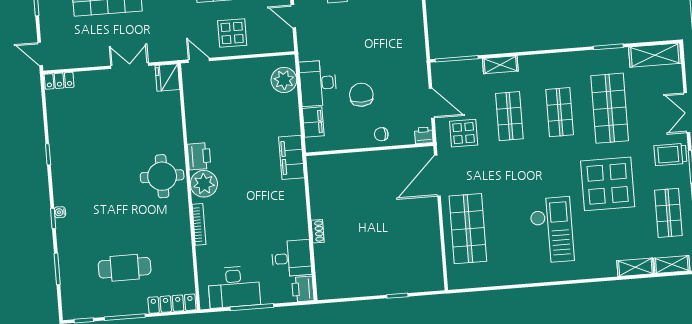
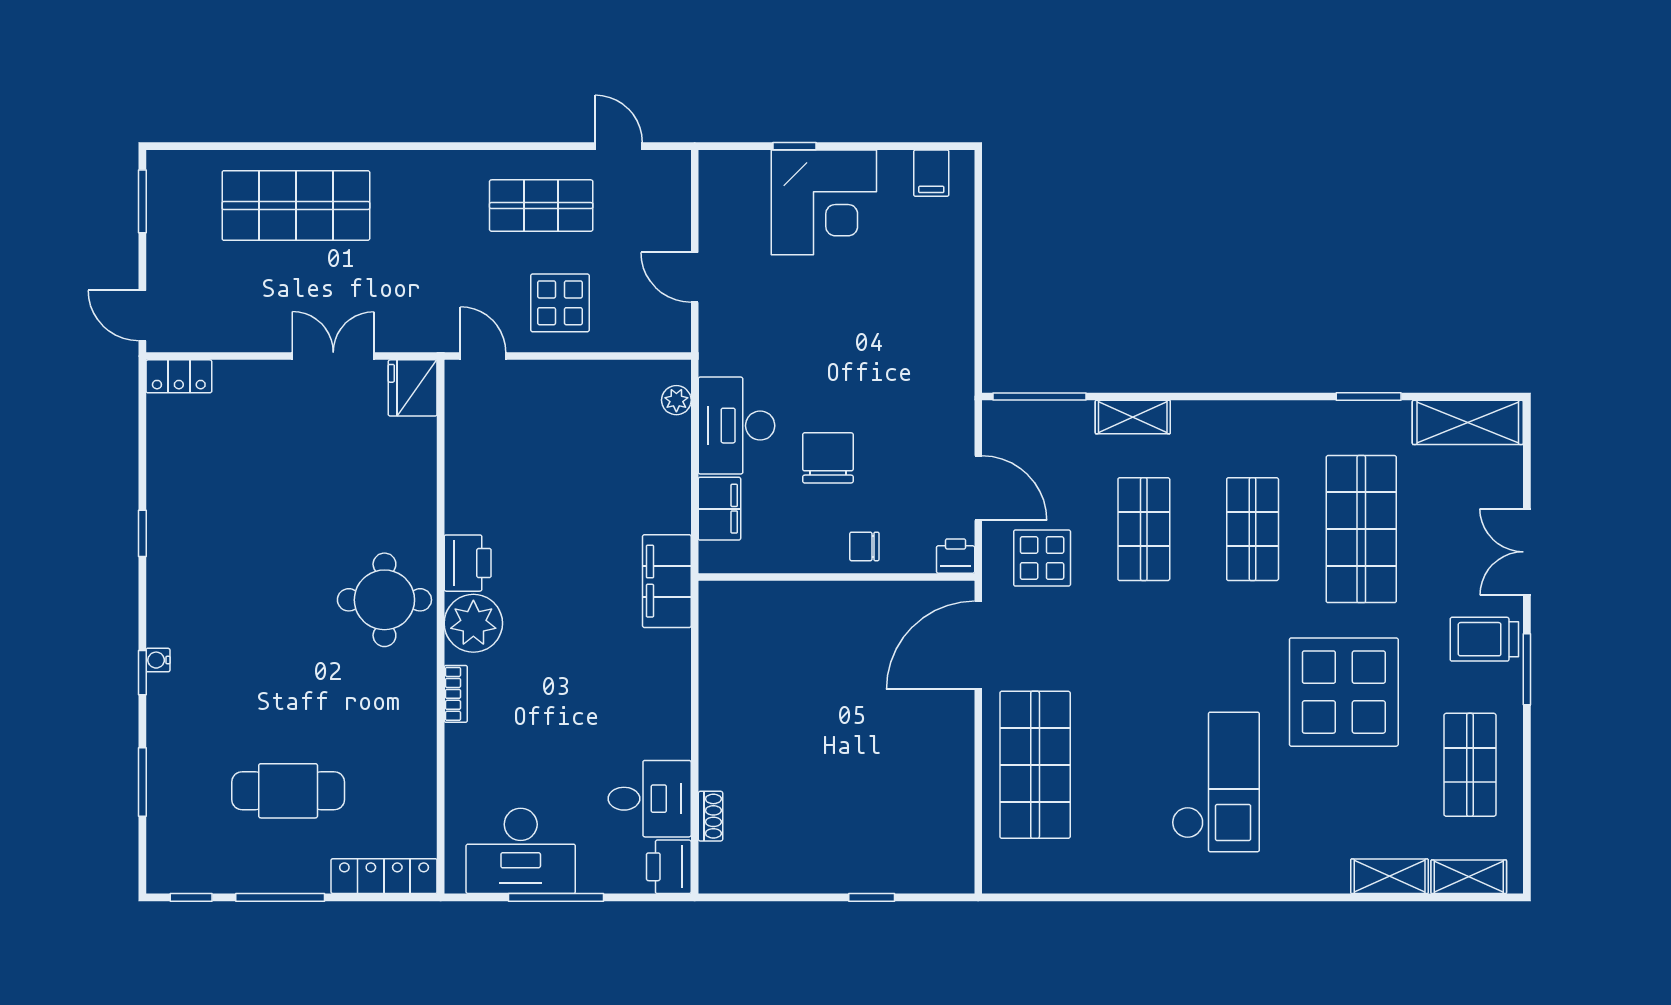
plant: (284, 80) -> (676, 400), width x0.53, depth x0.53
bookcase: (199, 224) -> (456, 694), width x0.64
shoe rack: (318, 231) -> (710, 816), moved

